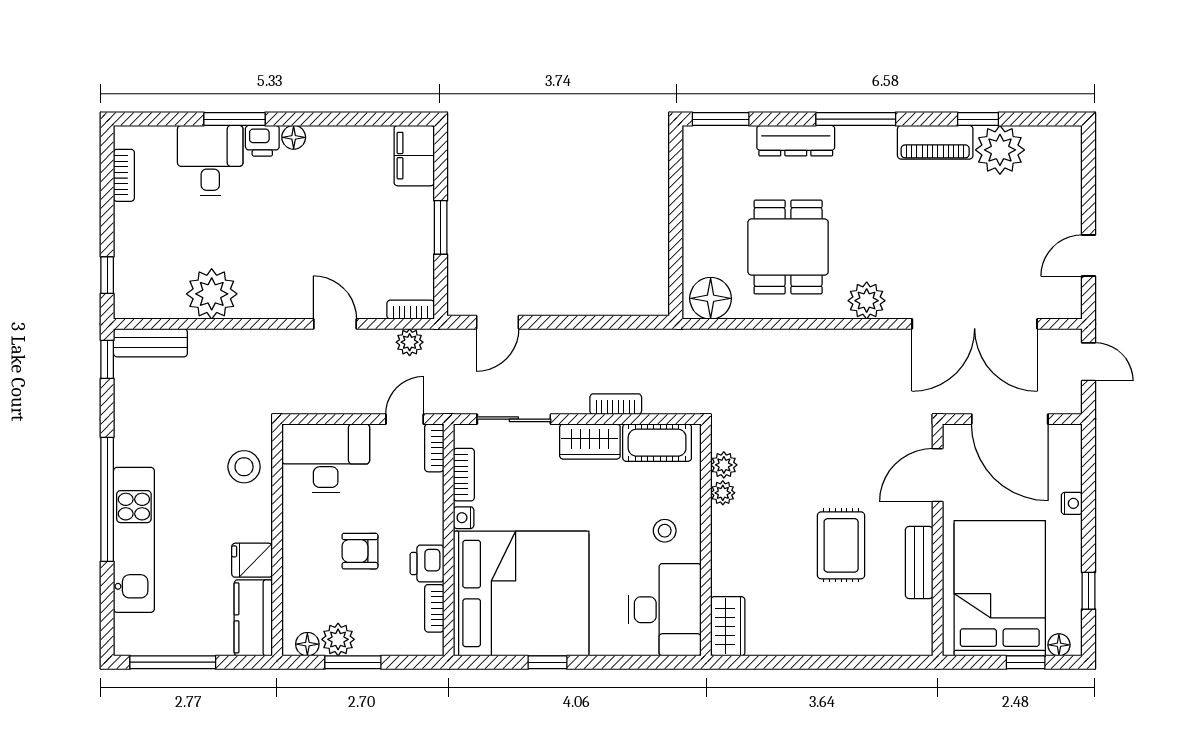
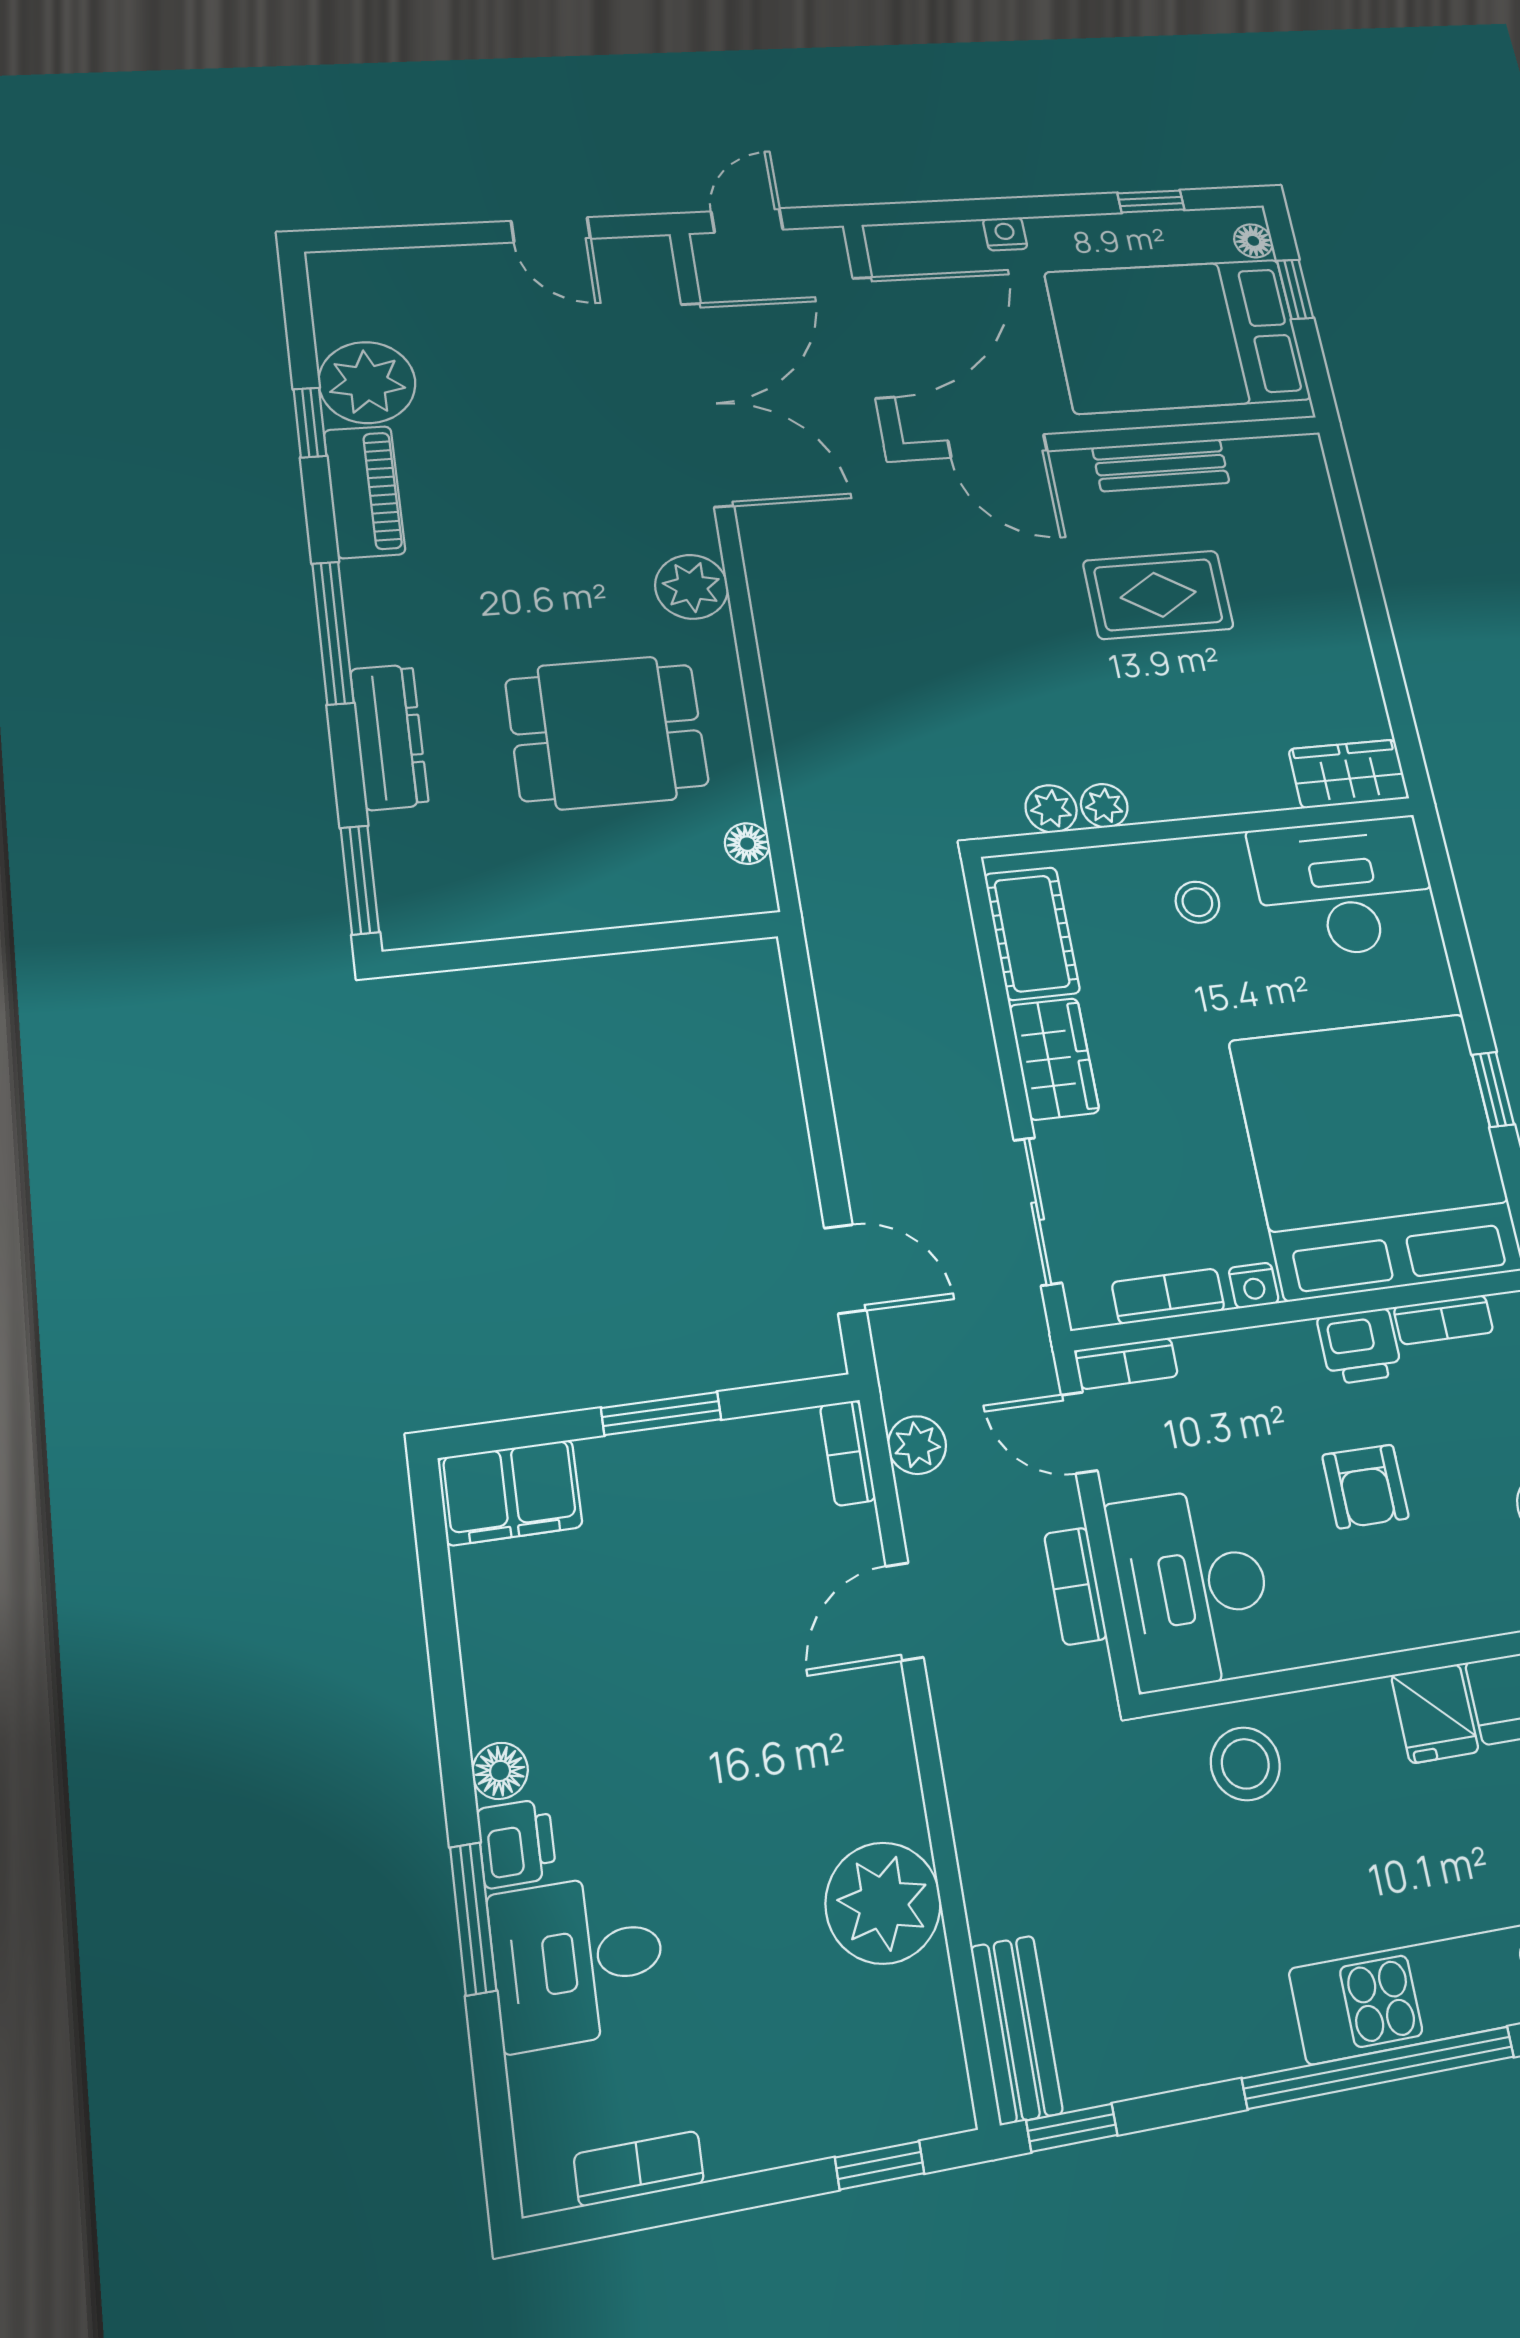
floor lamp: (711, 298) -> (747, 844), width x0.53, depth x0.53
bookcase: (616, 404) -> (1075, 1586), moved

